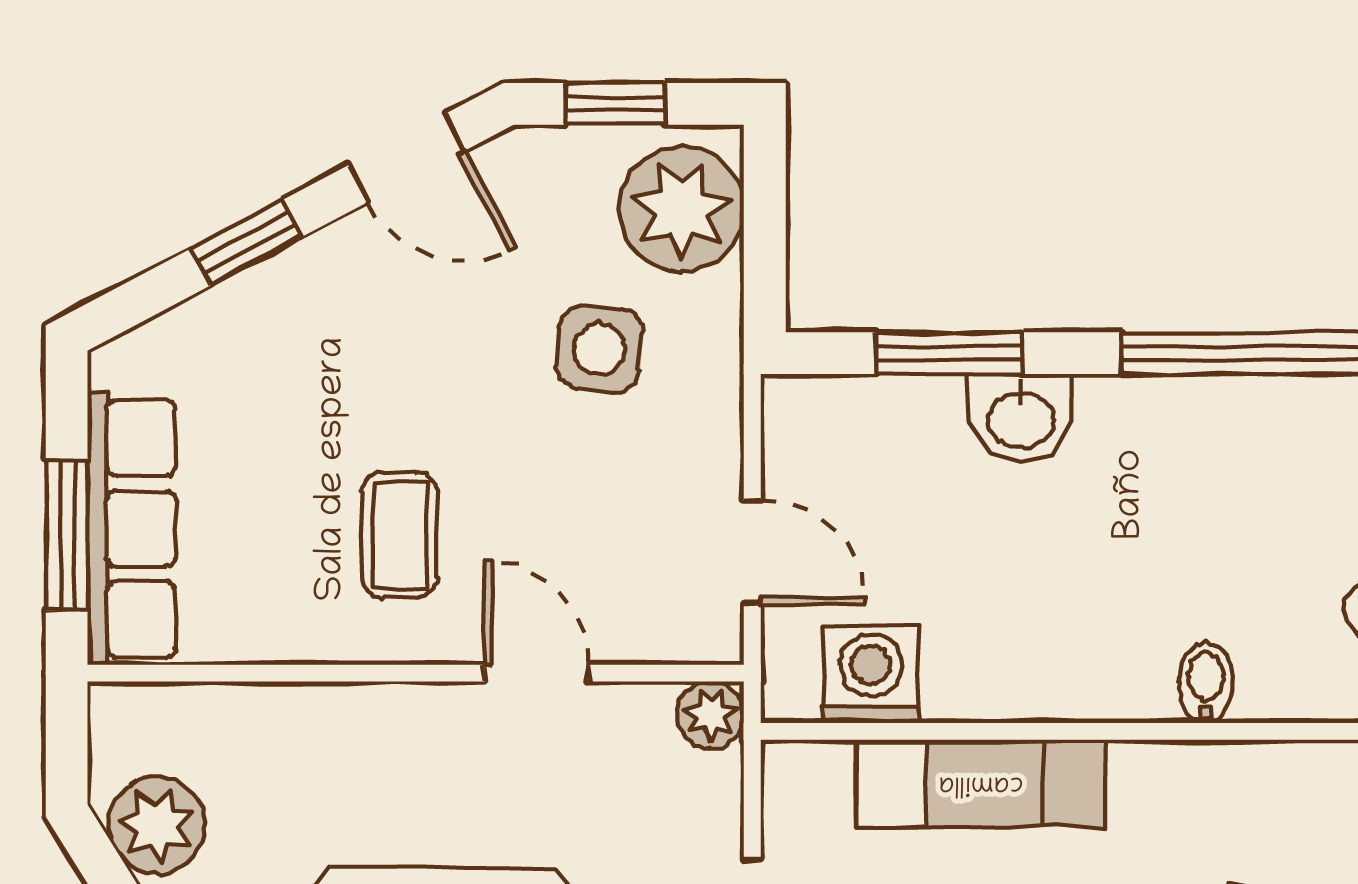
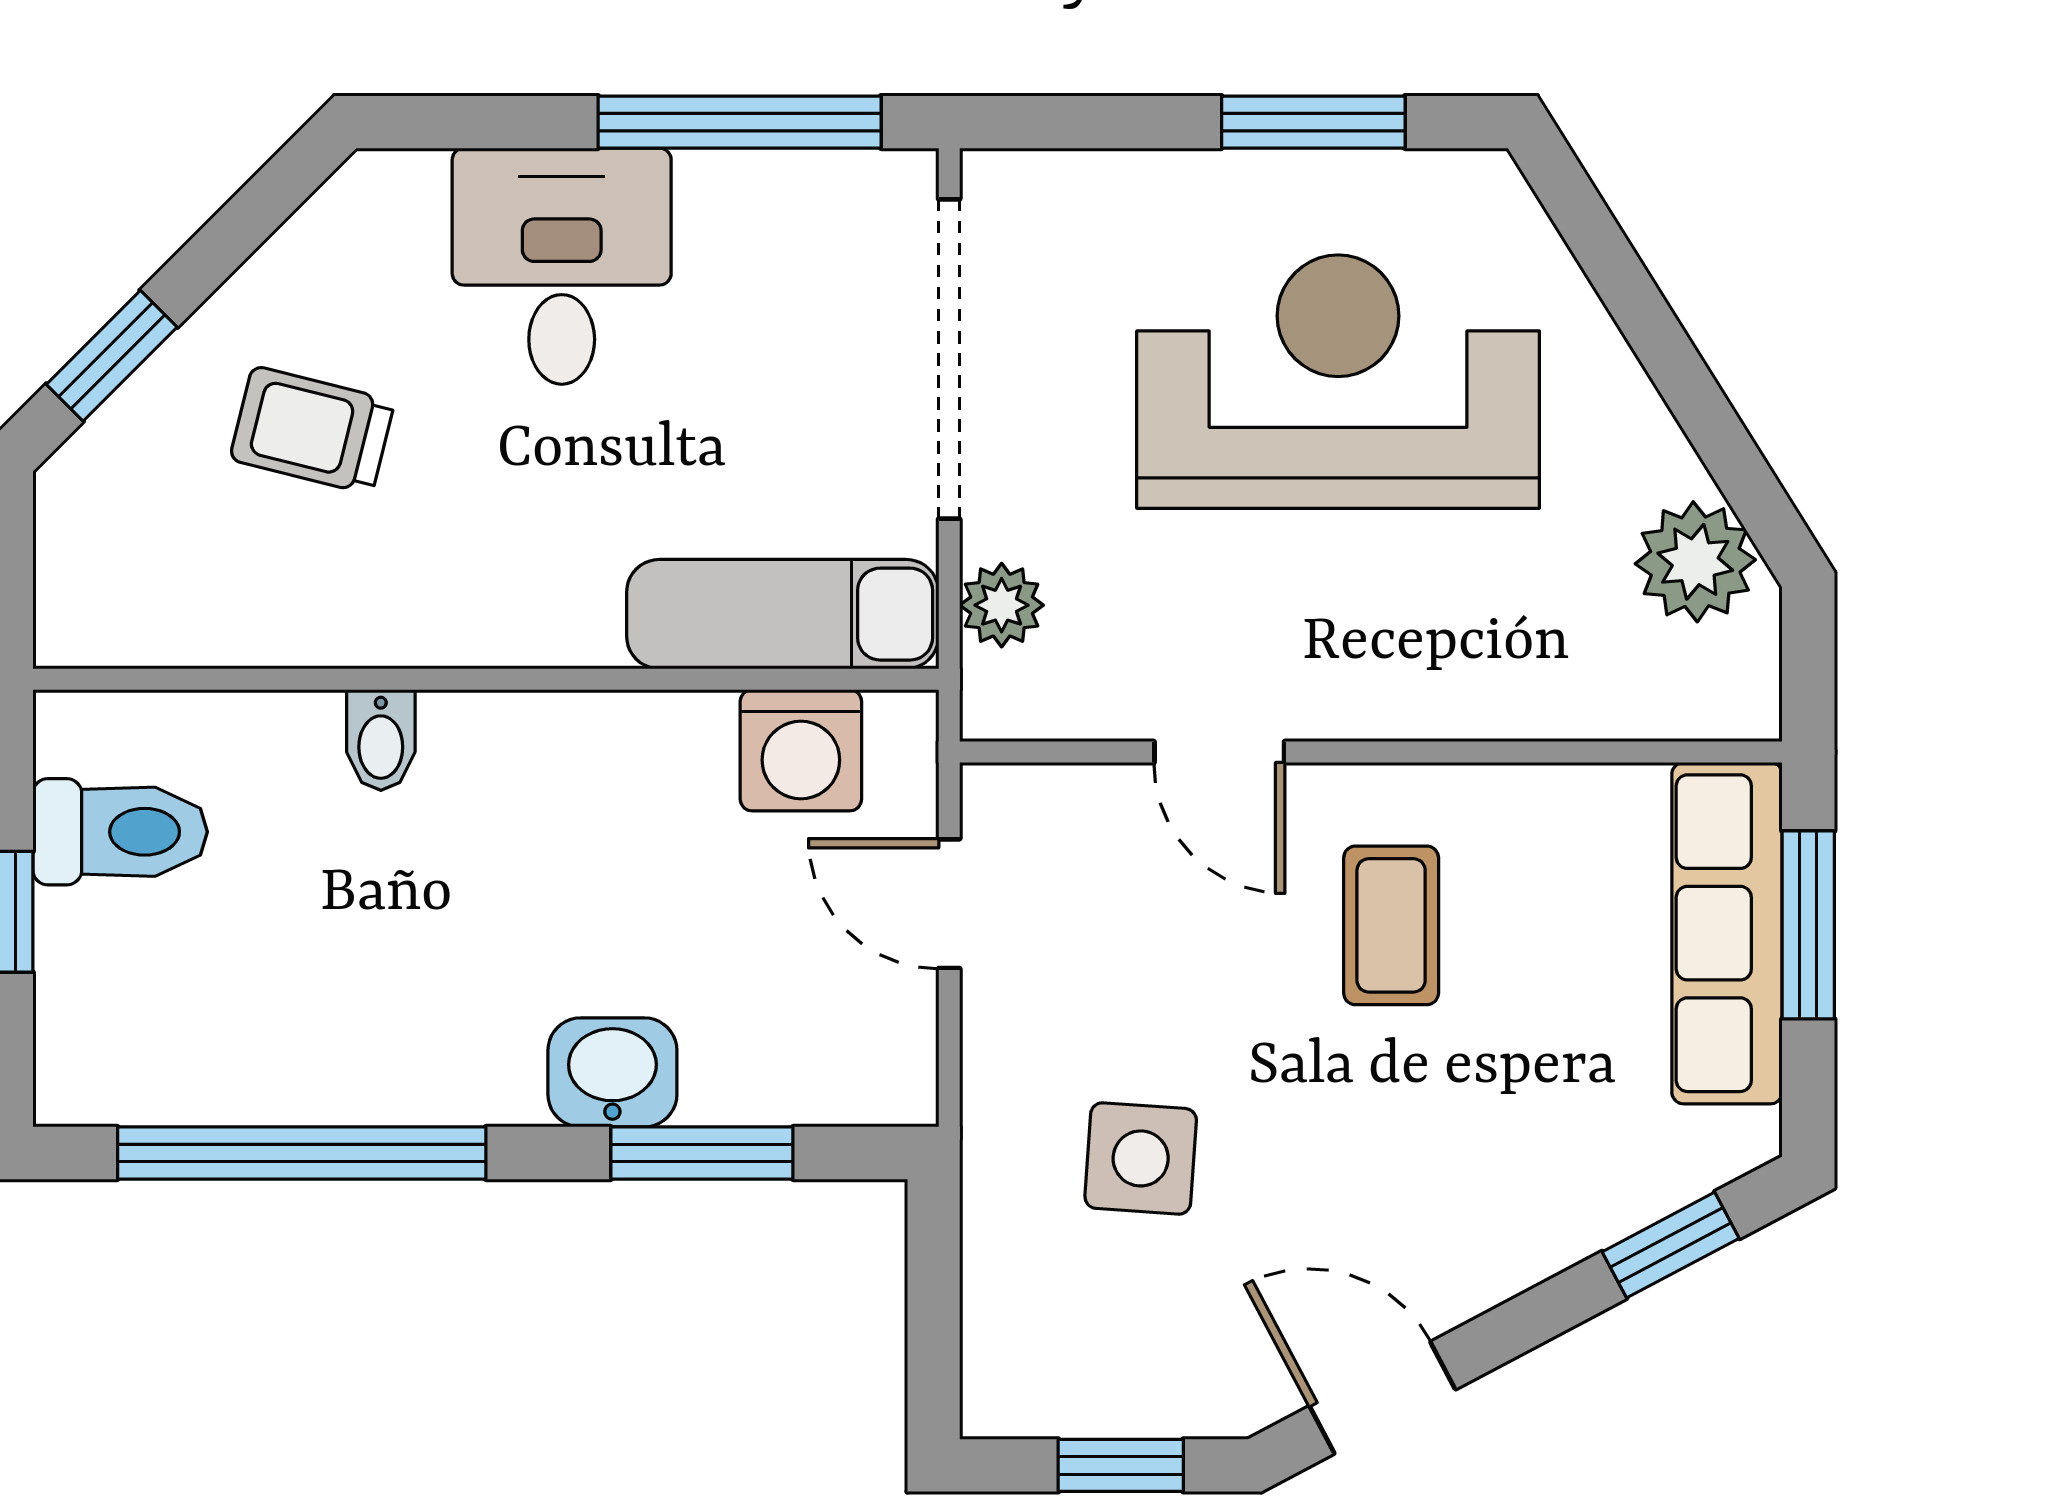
plant: (681, 209) -> (1038, 1334), removed
window: (247, 243) -> (1671, 1245), moved
plant: (711, 715) -> (1002, 605), moved
exam couch: (981, 783) -> (783, 614), moved

